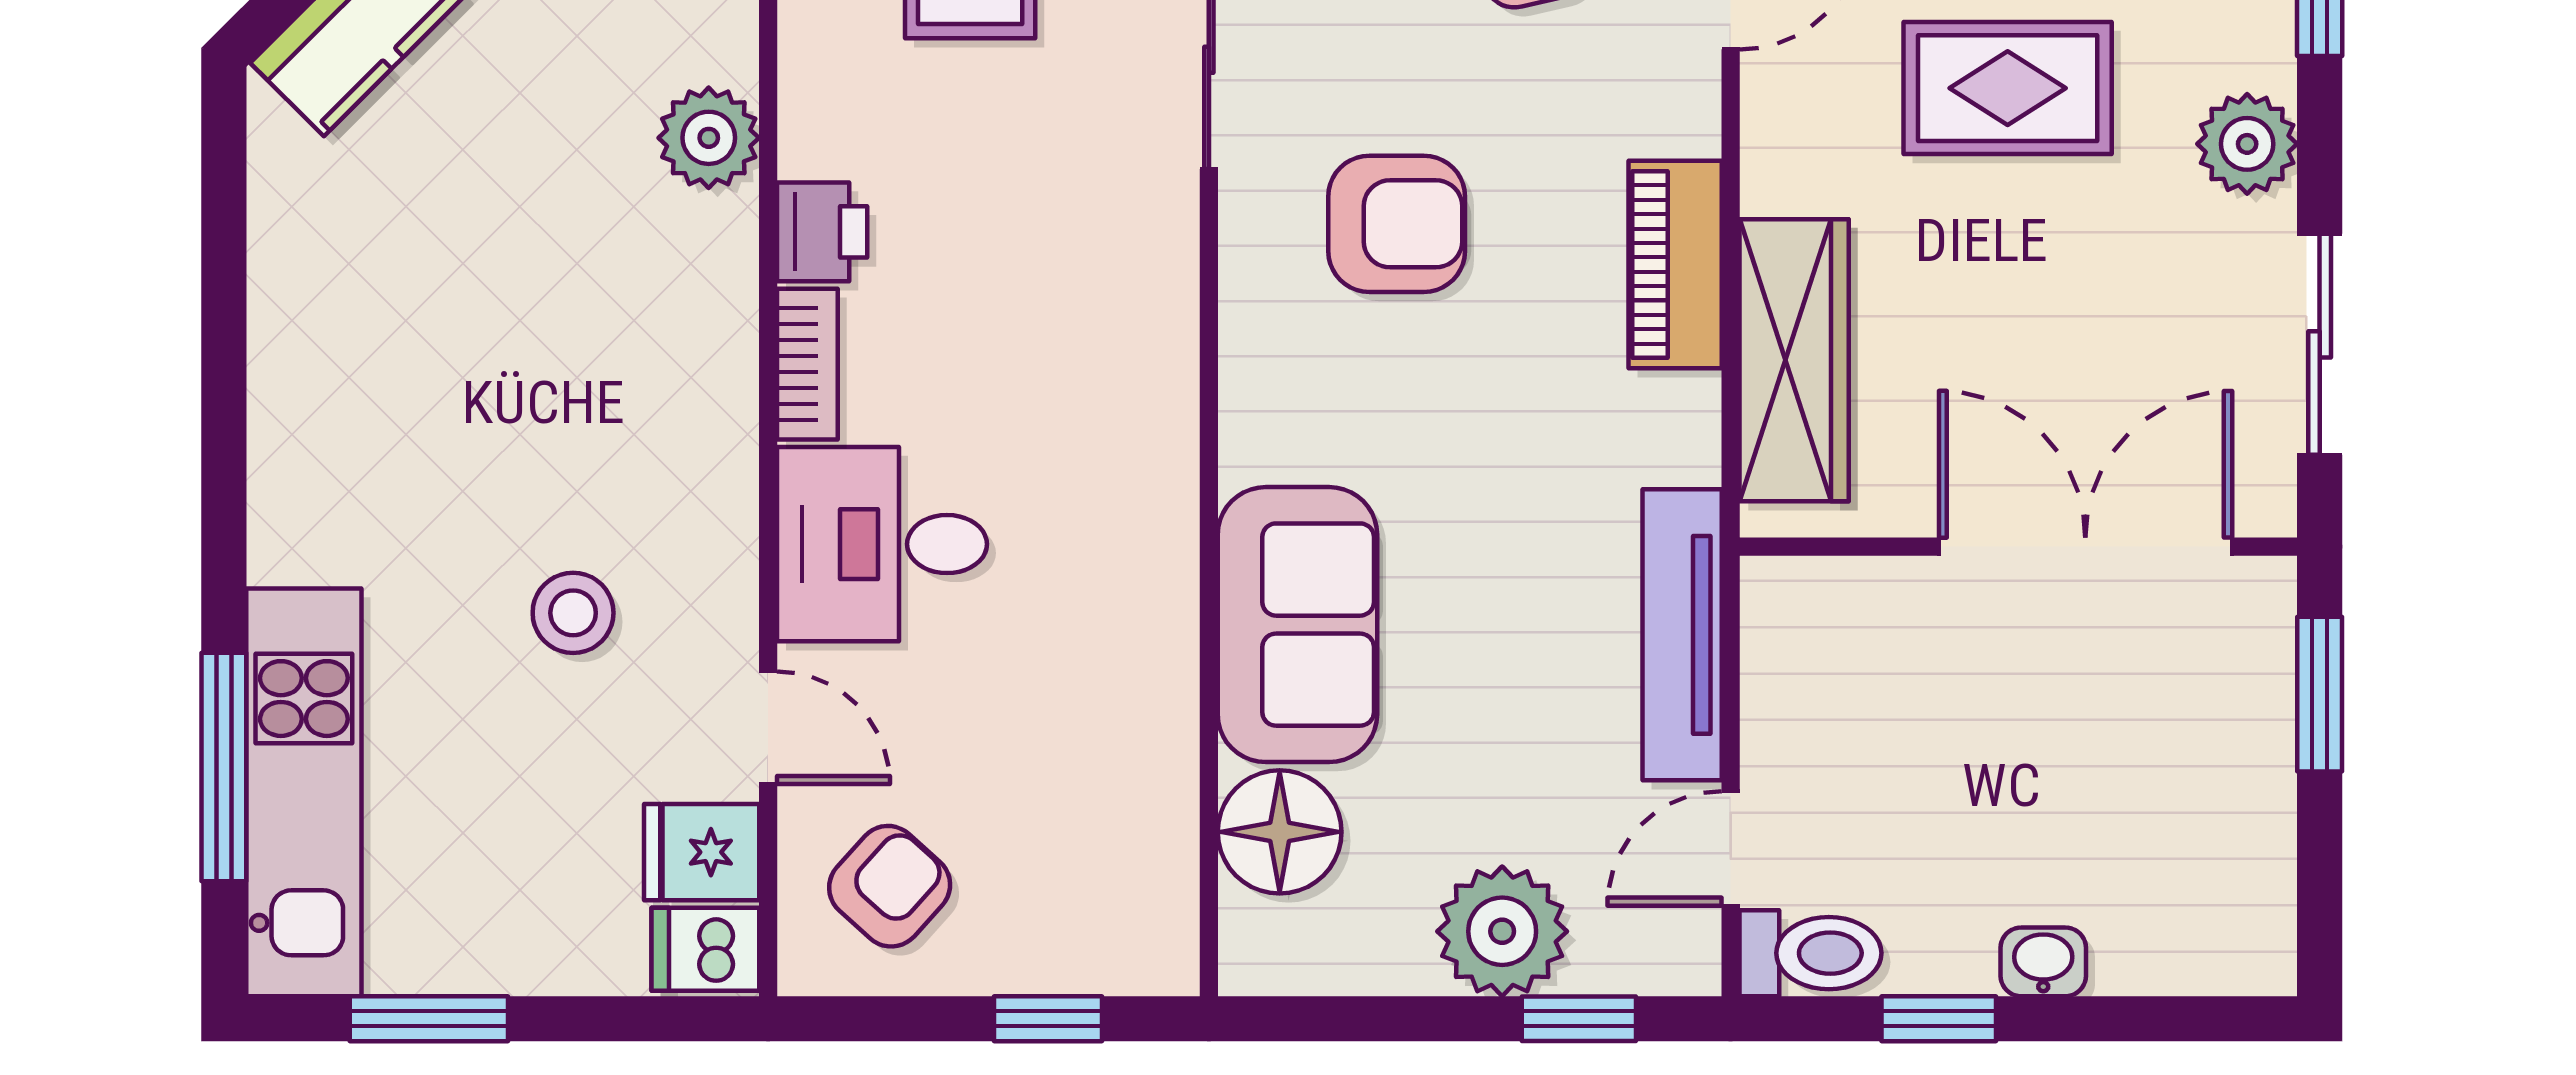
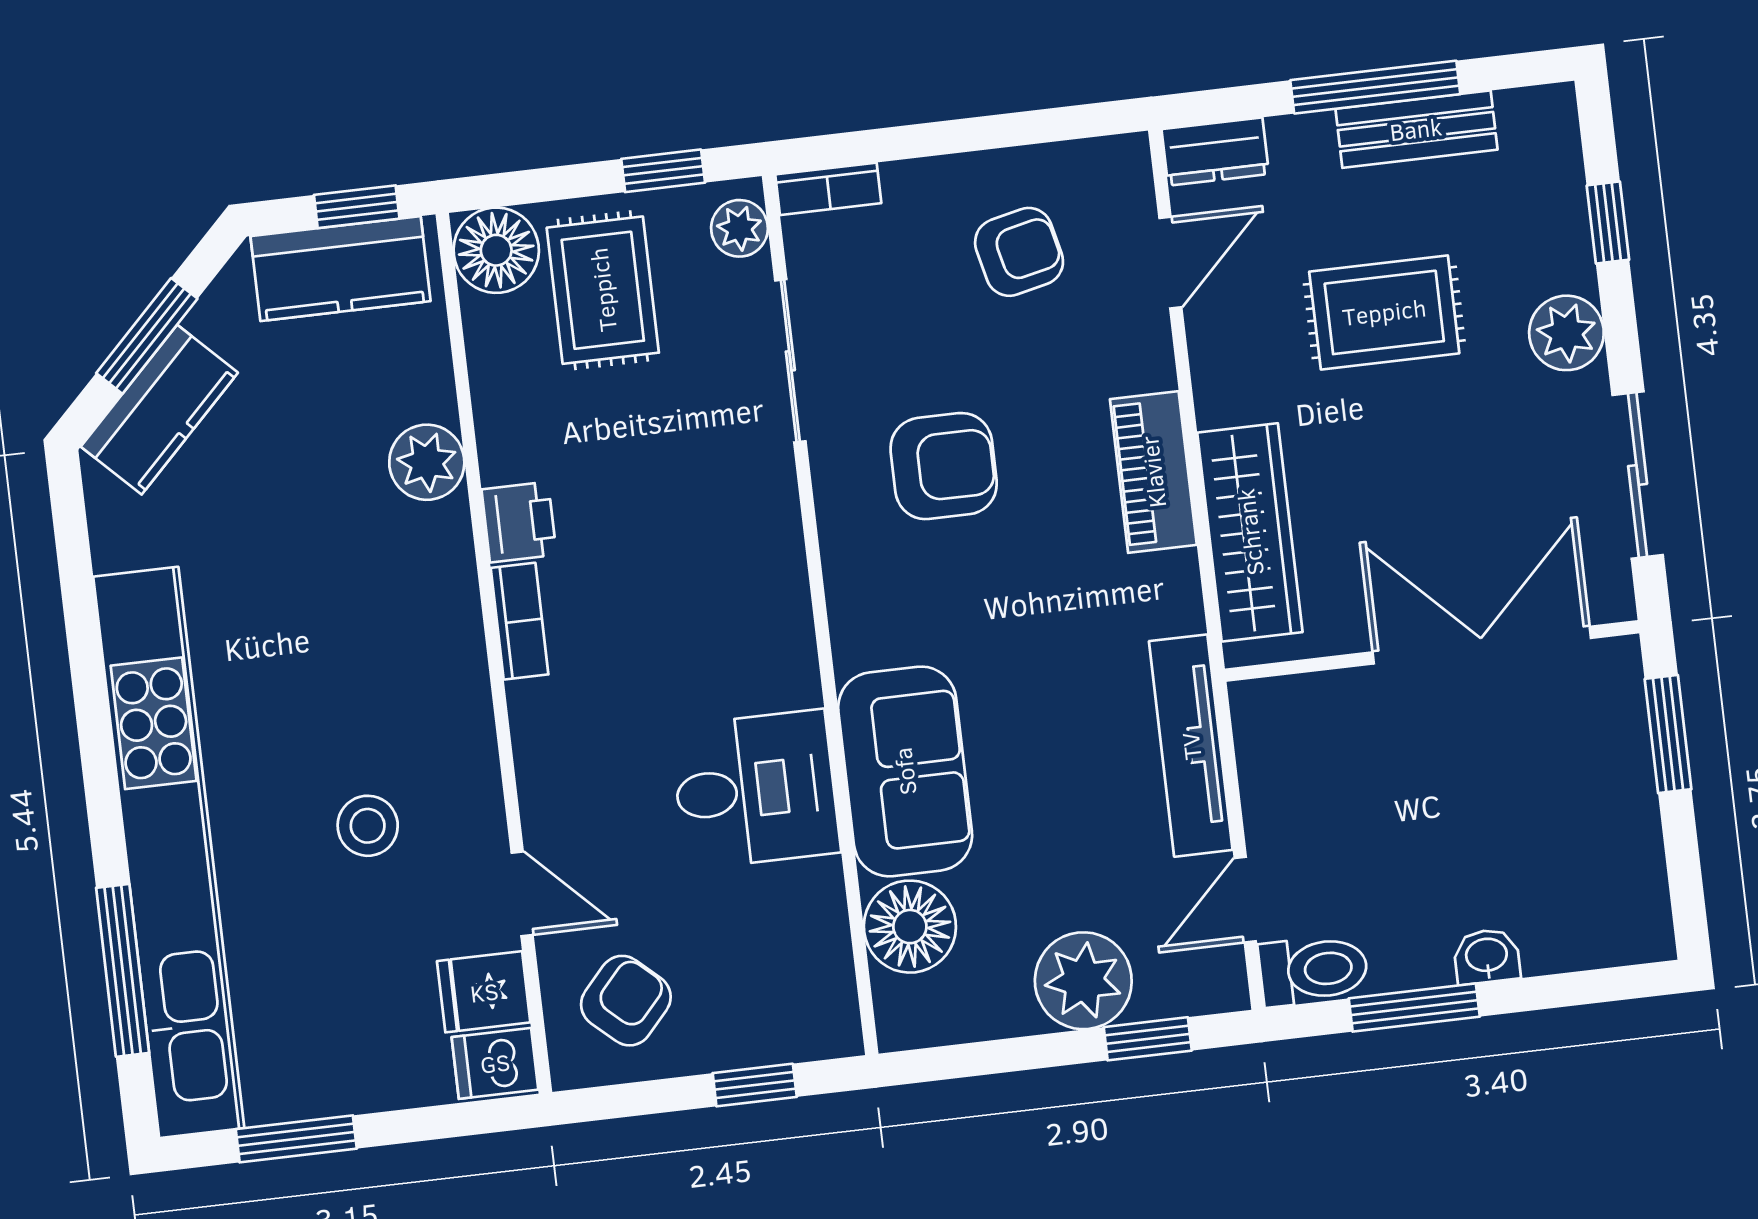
desk: (882, 544) -> (755, 790), moved, turned 180
kitchen unit: (304, 792) -> (169, 852), width x1.86
window: (1939, 1019) -> (1414, 1008), width x1.50

